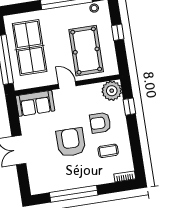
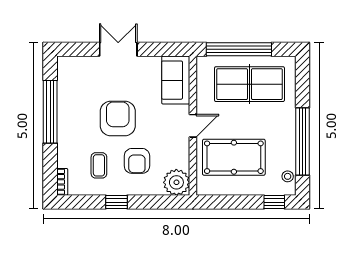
window: (118, 32) -> (274, 202), moved
window: (129, 107) -> (116, 202), moved
armchair: (100, 123) -> (137, 161), turned 180
armchair: (71, 142) -> (118, 119), turned -90

